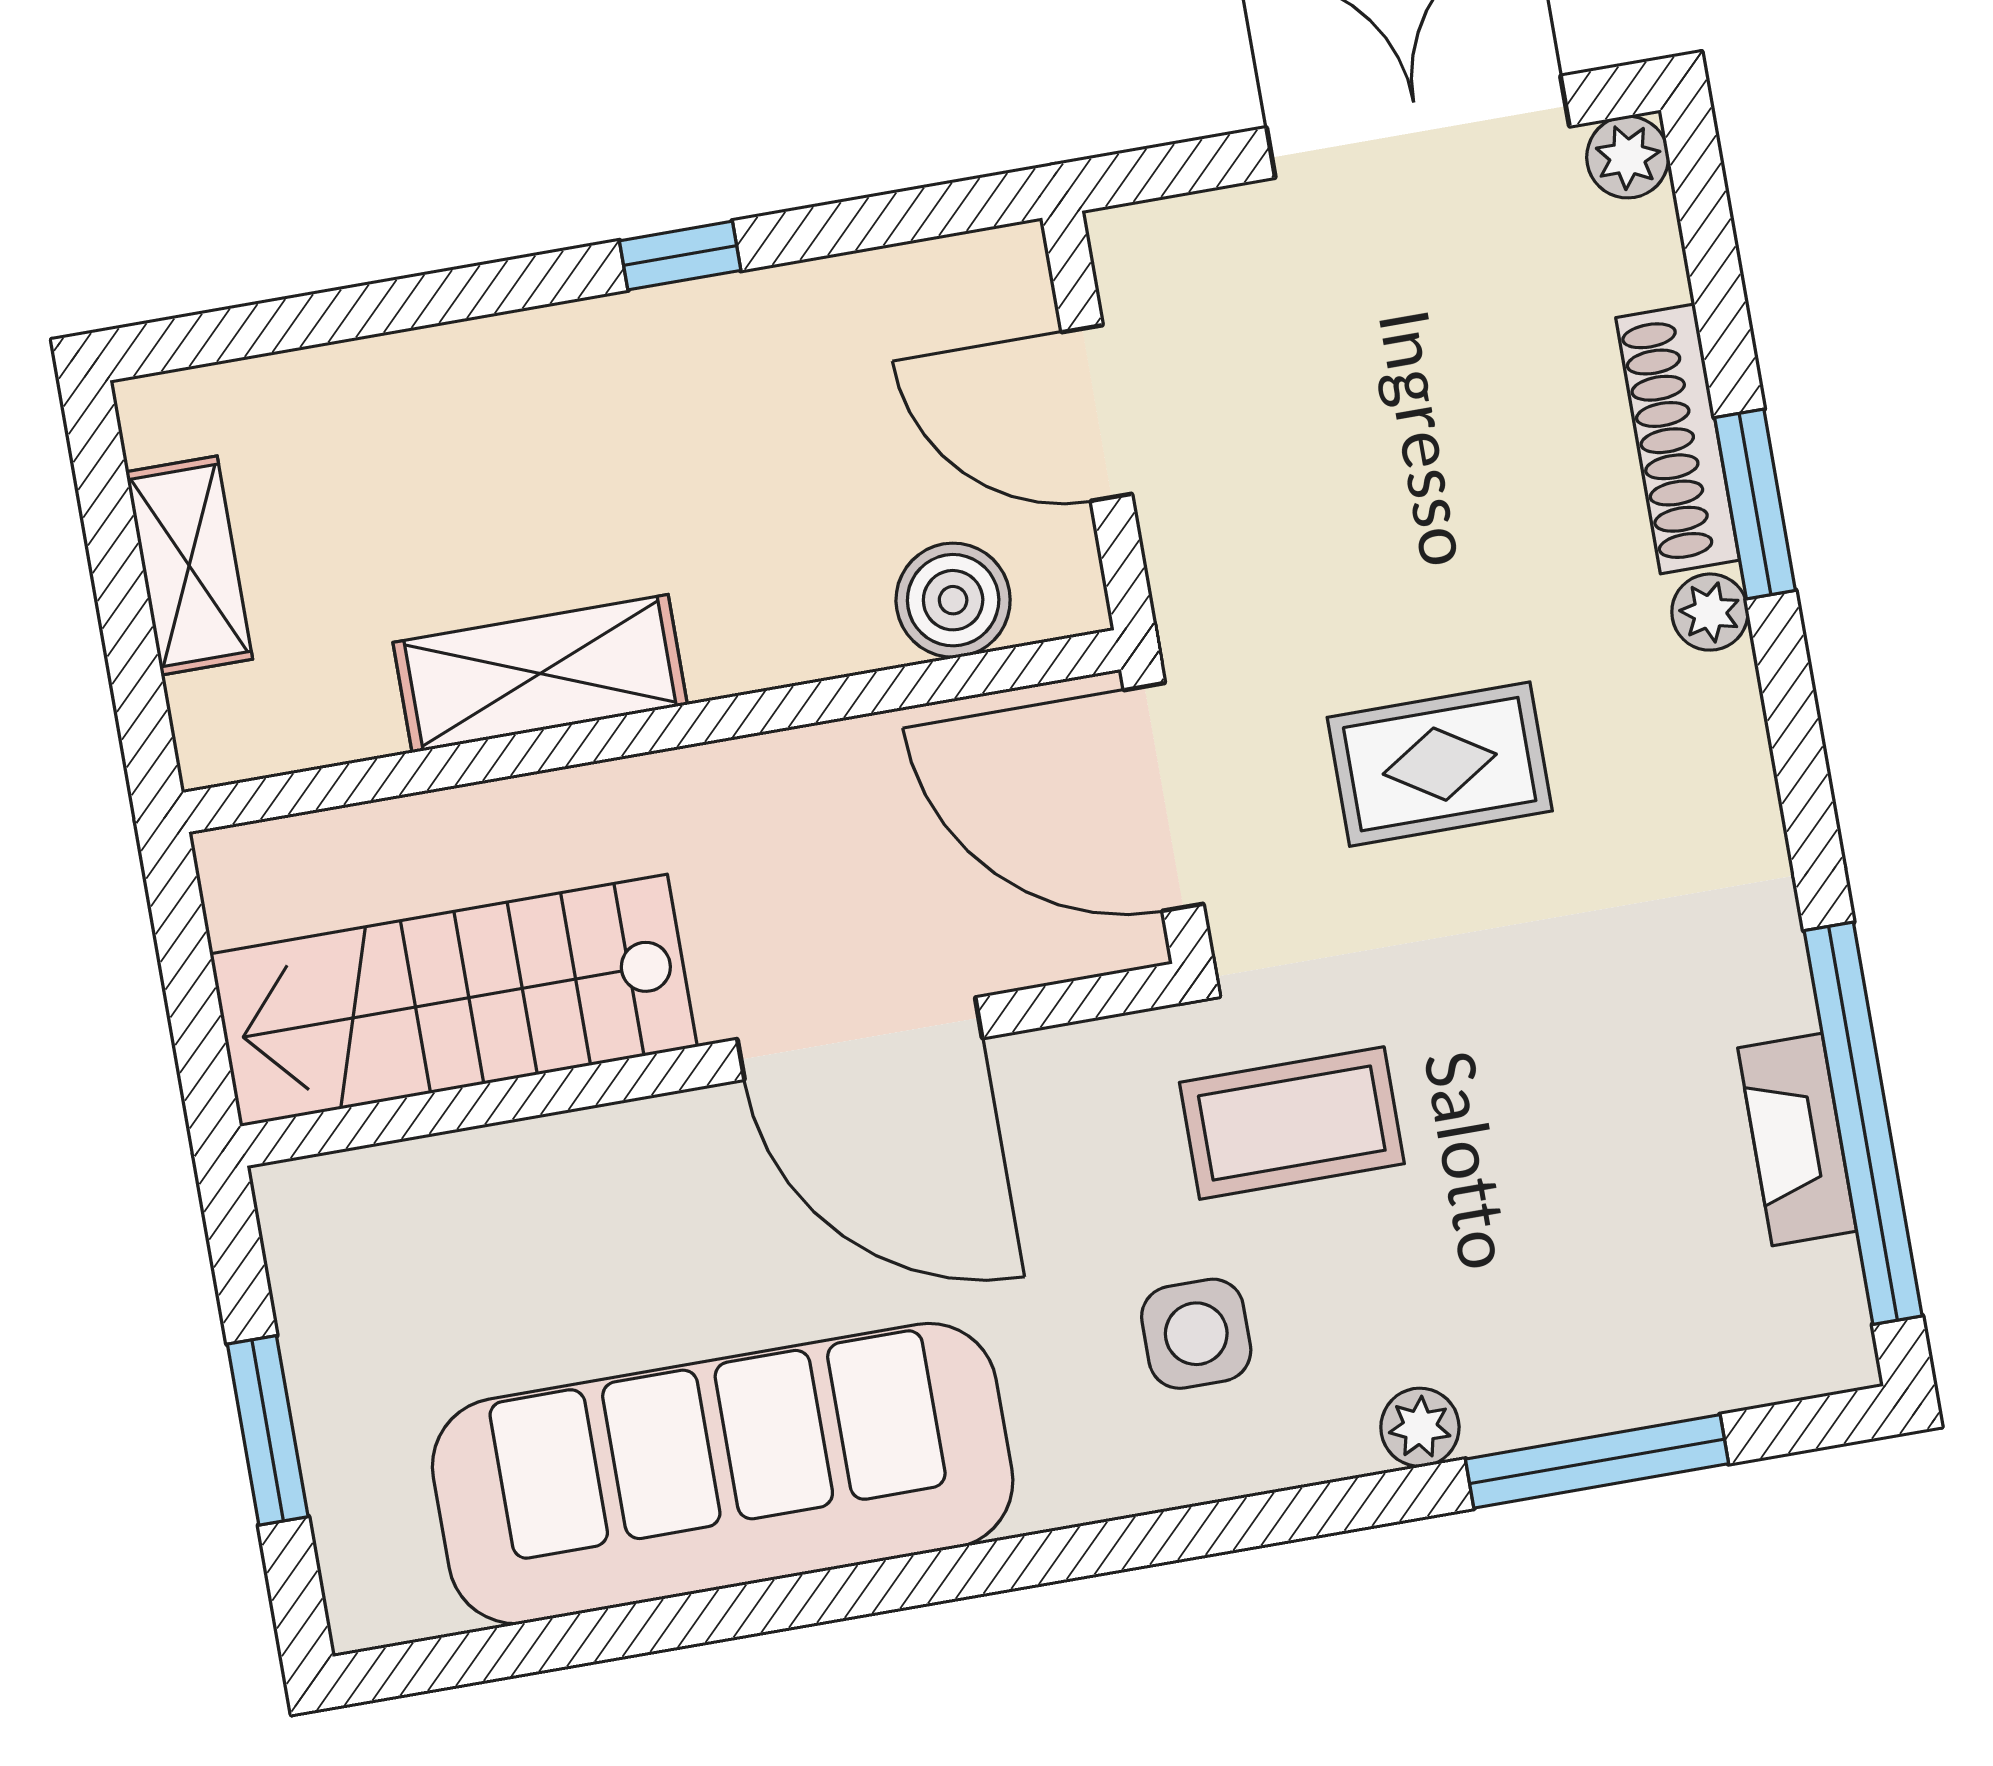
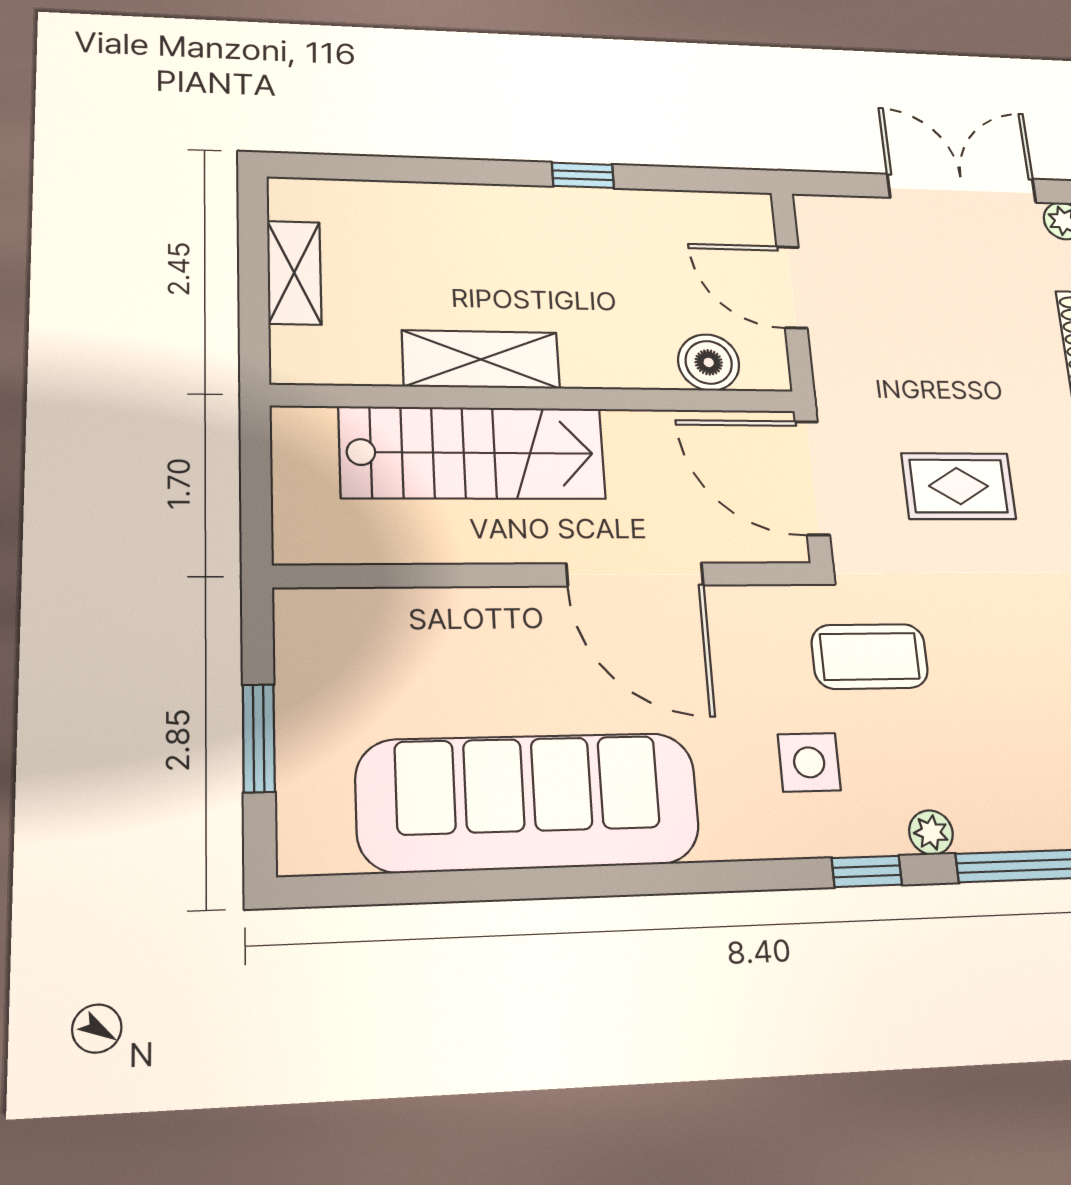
stairs: (454, 1000) -> (473, 453), moved, turned 180
window: (1310, 1511) -> (867, 871), added

